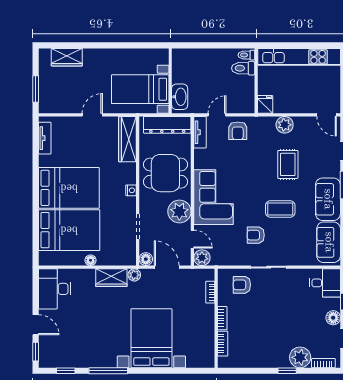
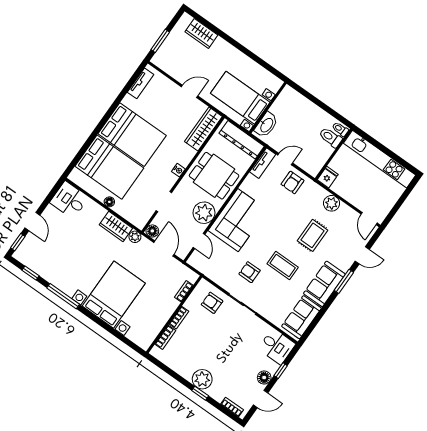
plant: (202, 258) -> (196, 260), removed
desk: (55, 289) -> (69, 200), width x0.73
plant: (300, 357) -> (202, 379), moved

